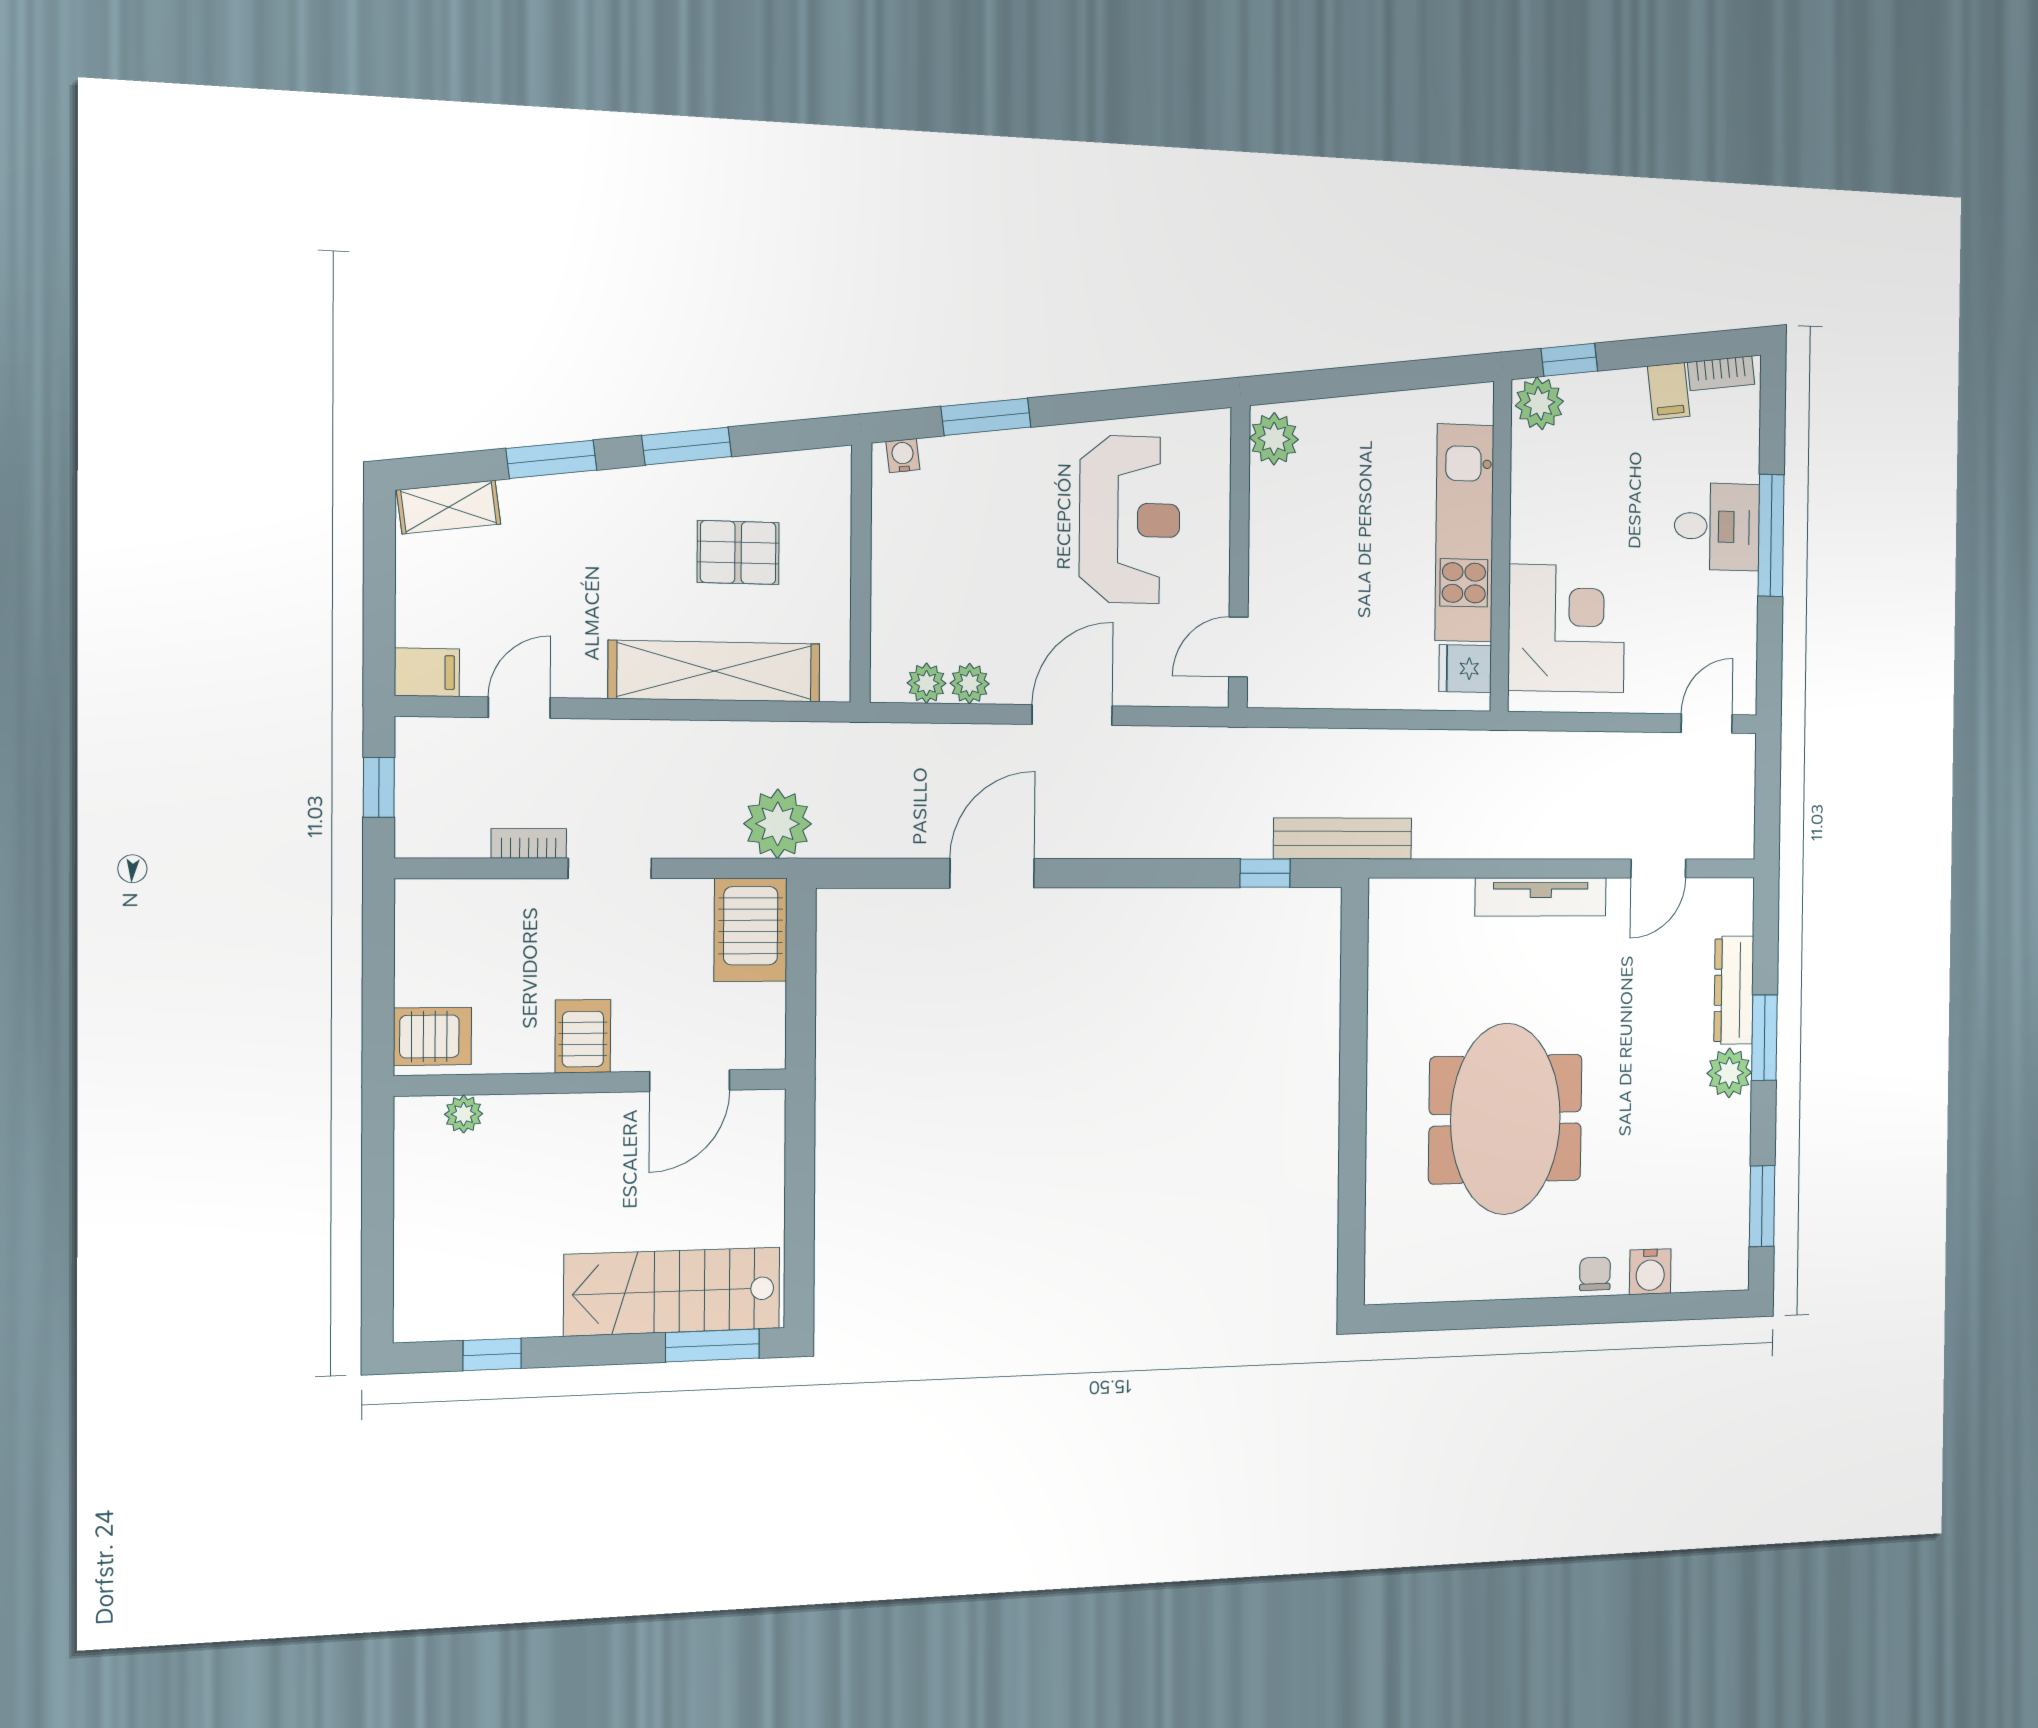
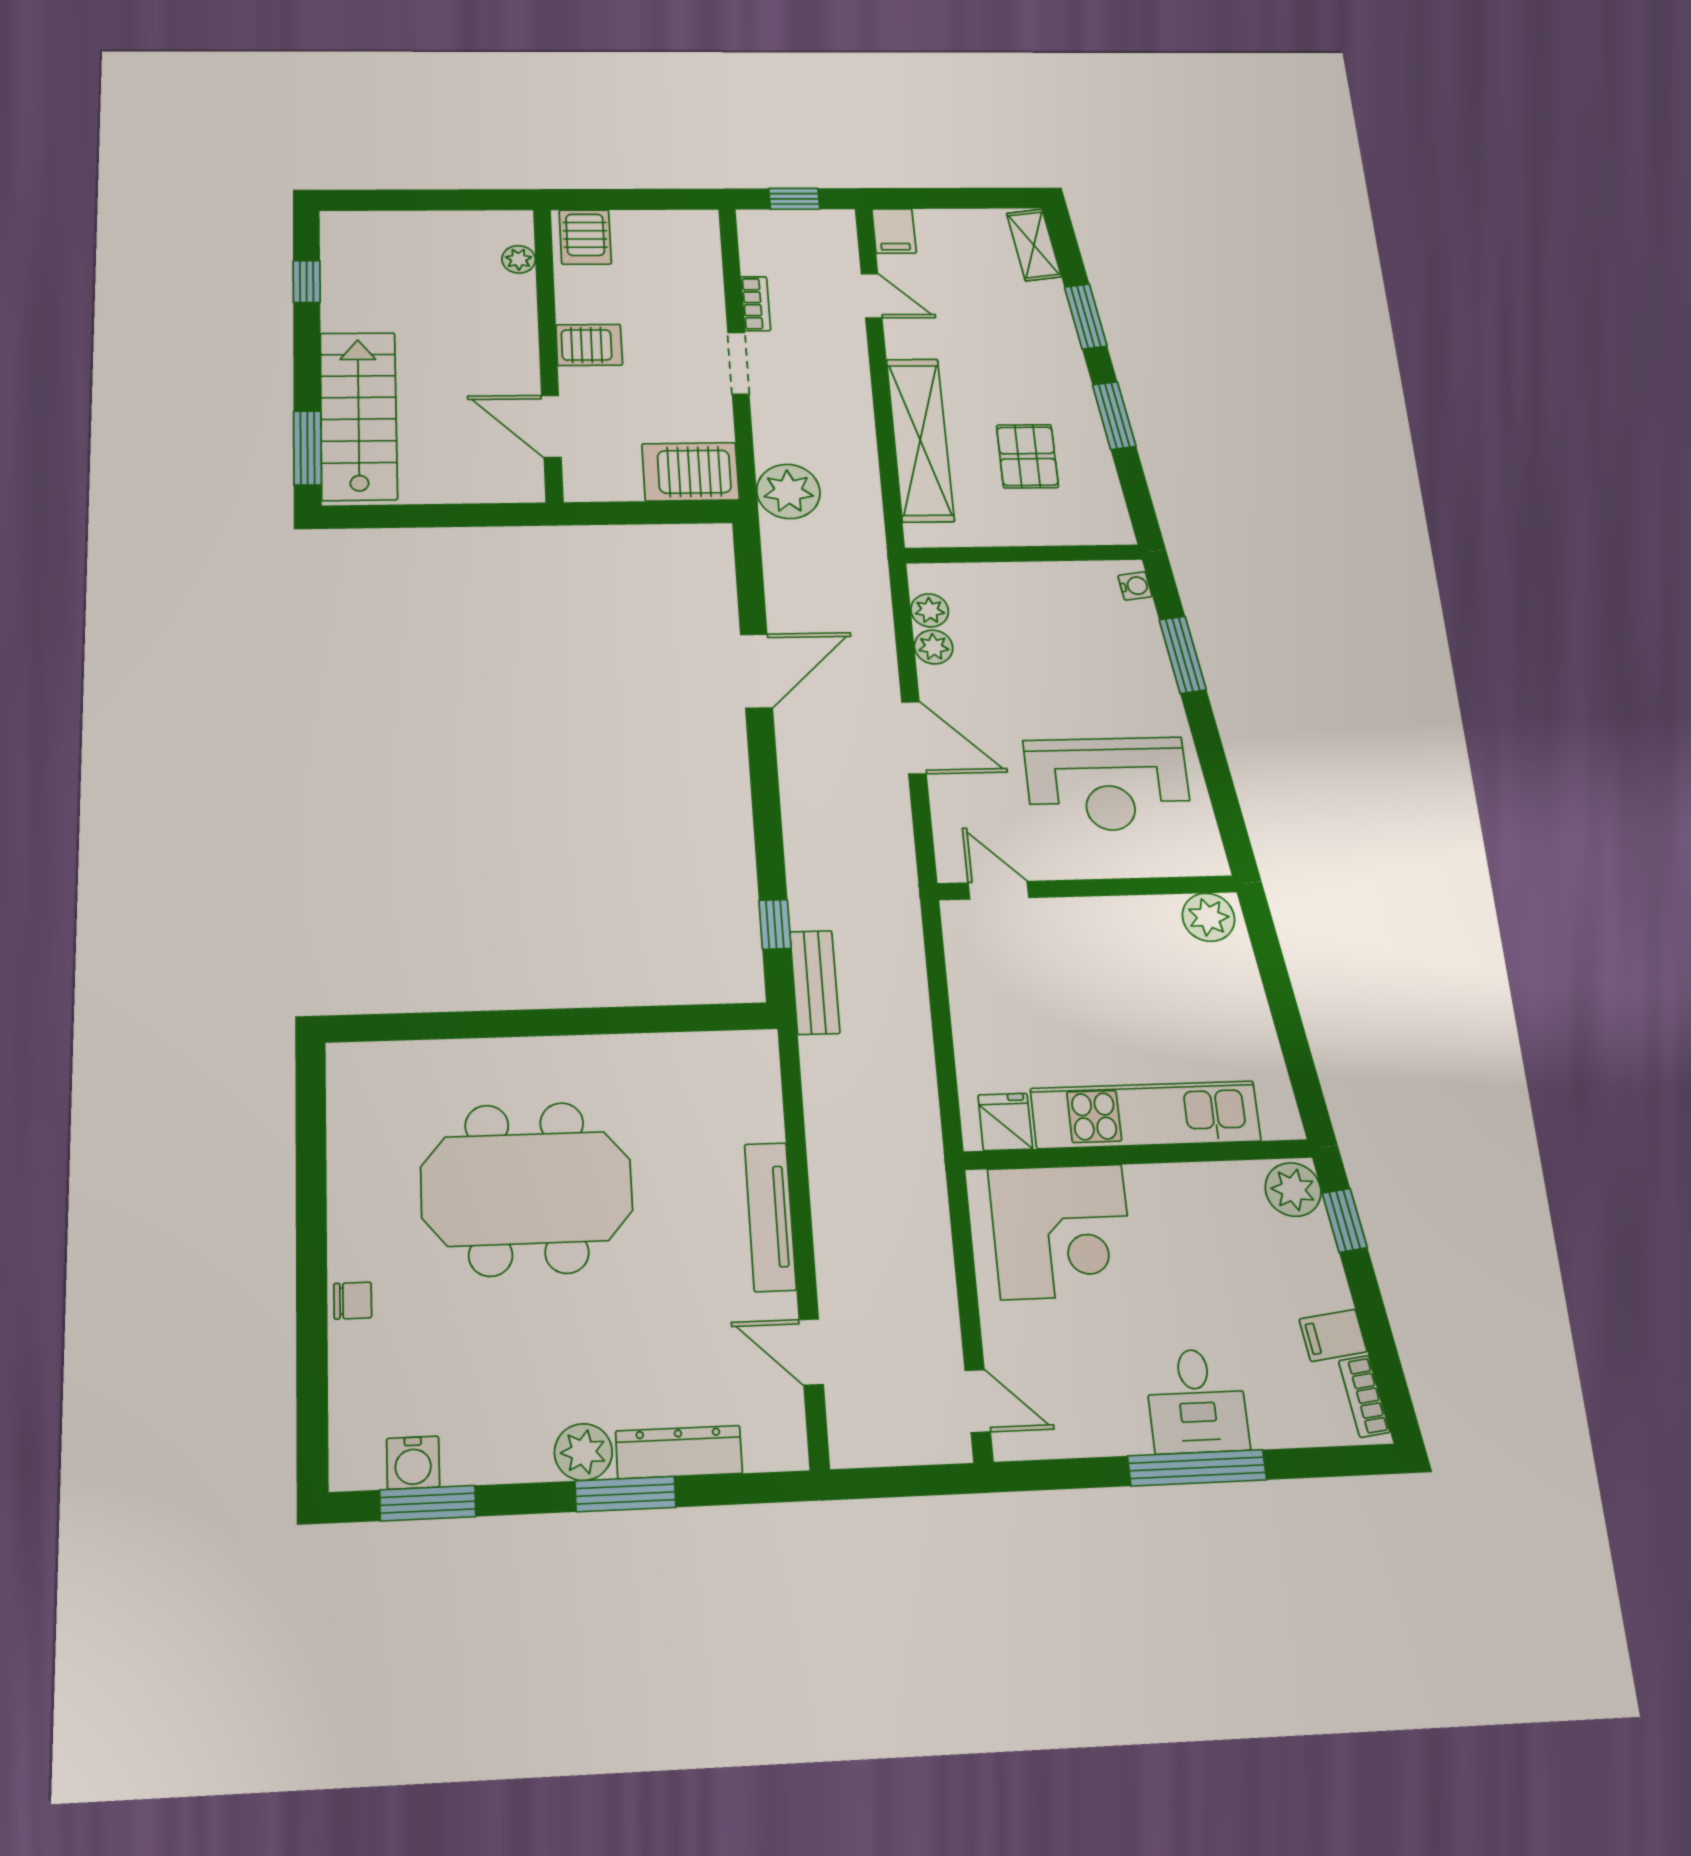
bench: (1343, 838) -> (815, 982), width x0.73
door: (992, 873) -> (756, 671), hinge flipped
water cooler: (1650, 1272) -> (413, 1463), moved, turned -90

